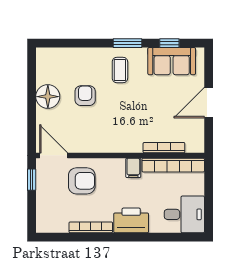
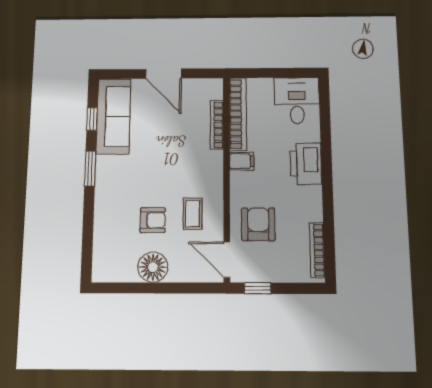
sofa: (172, 61) -> (113, 116), width x1.36
coffee table: (120, 70) -> (192, 214), moved, turned 90
armchair: (85, 96) -> (153, 220), turned 180
door: (54, 155) -> (227, 260), hinge flipped
bookcase: (91, 227) -> (317, 250), moved

